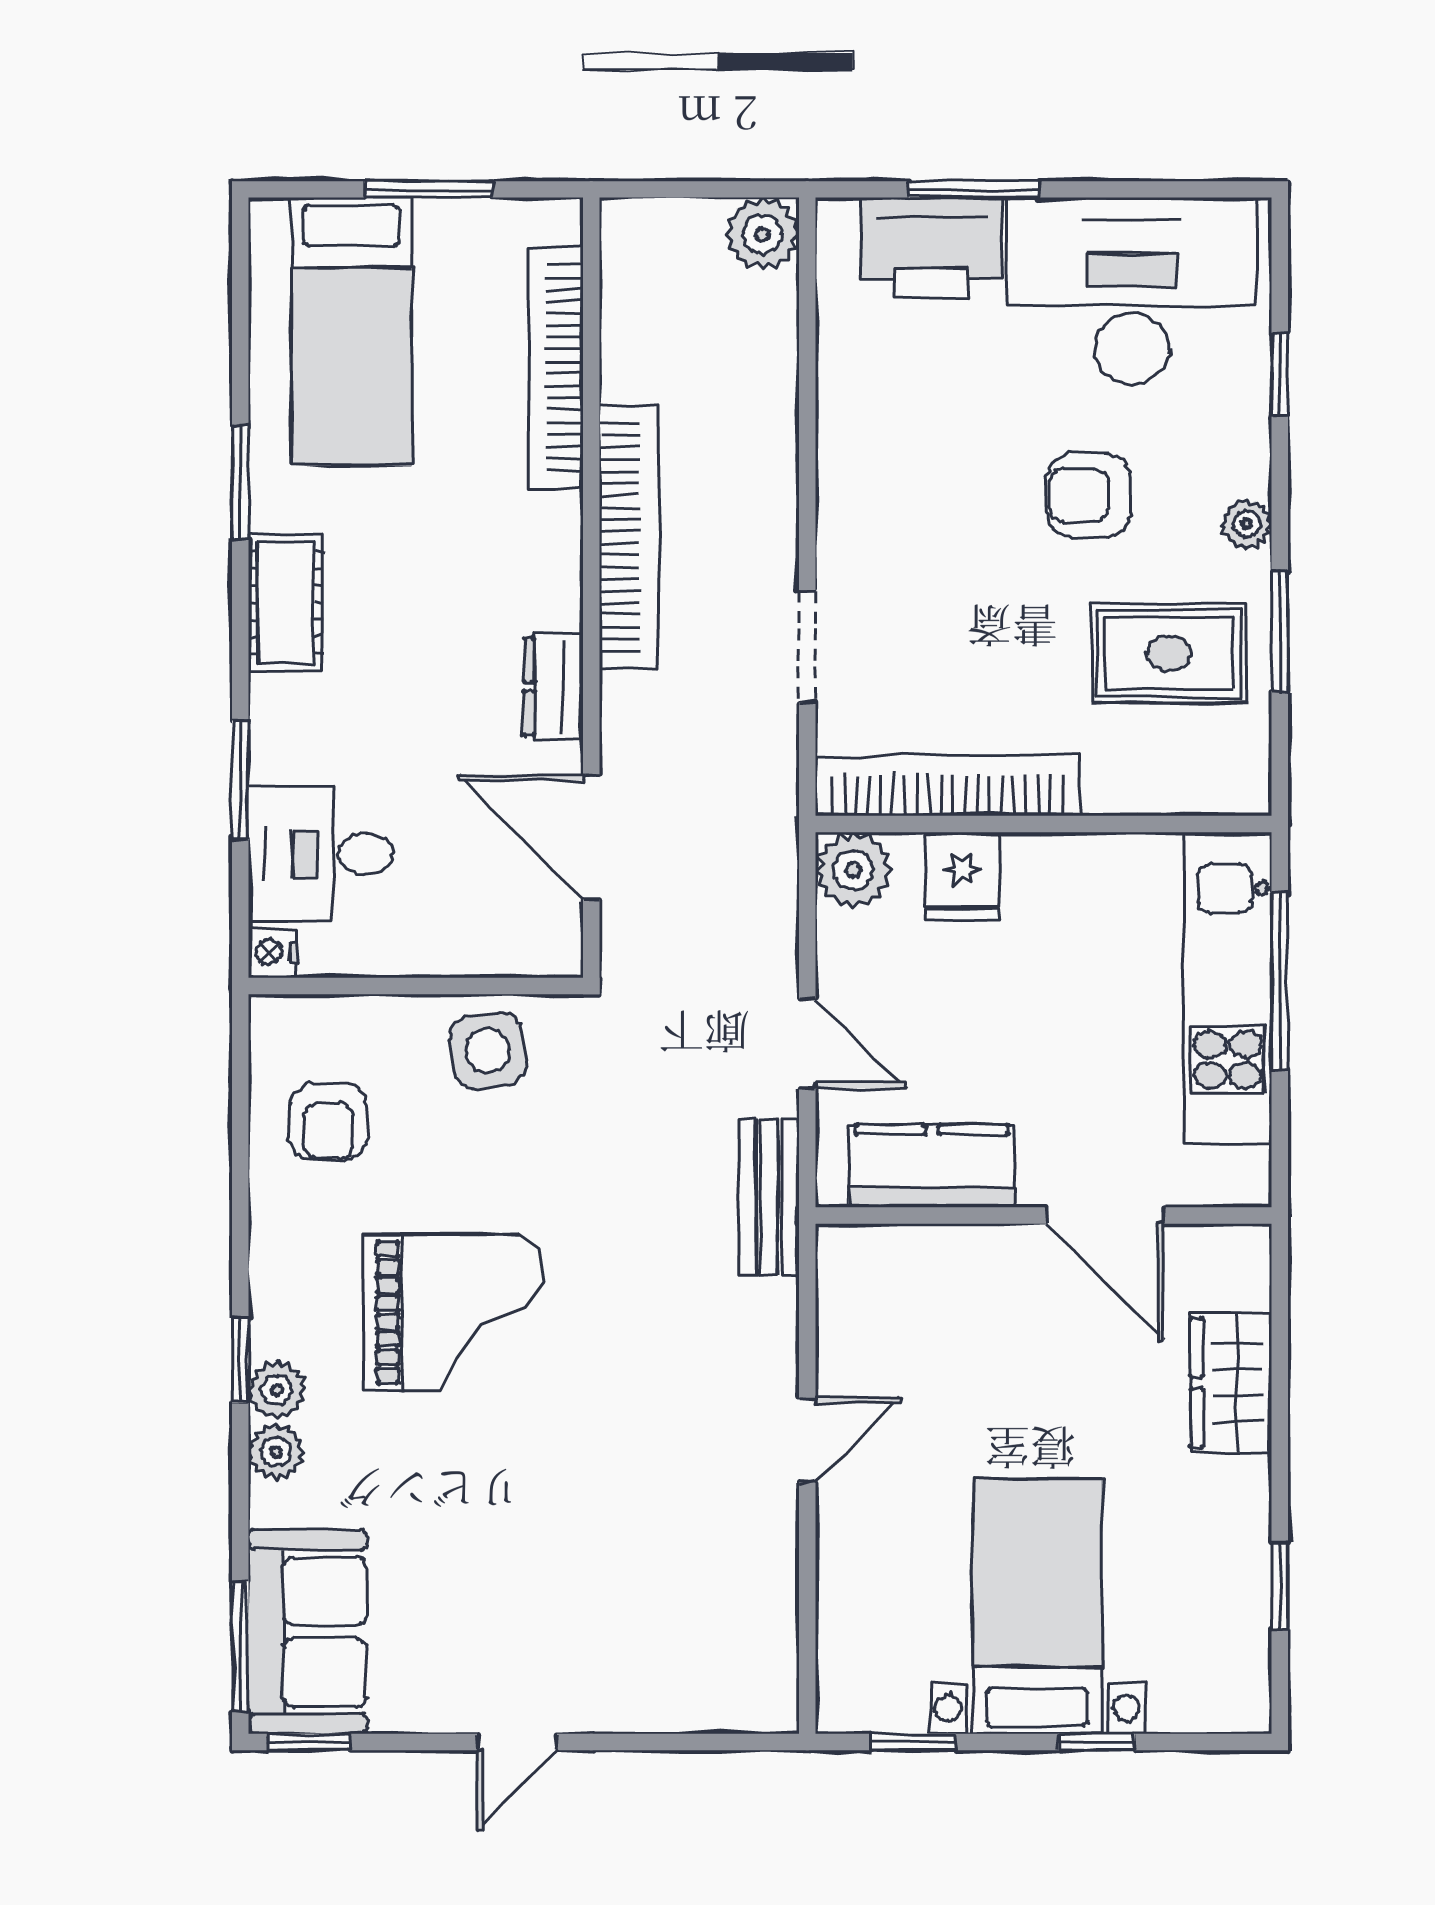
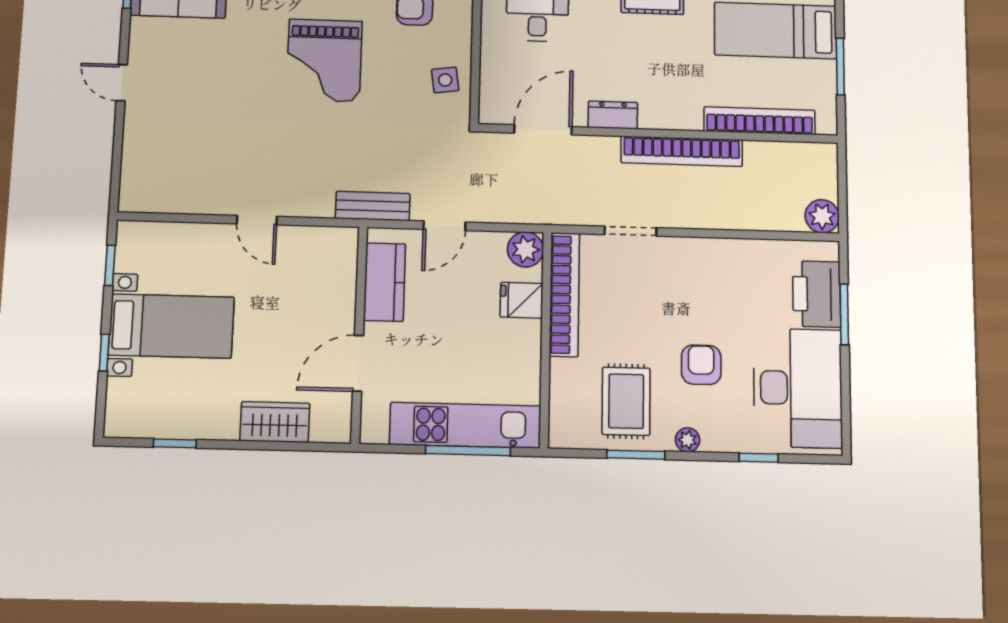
side table: (488, 1051) -> (445, 80), width x0.73, depth x0.73

